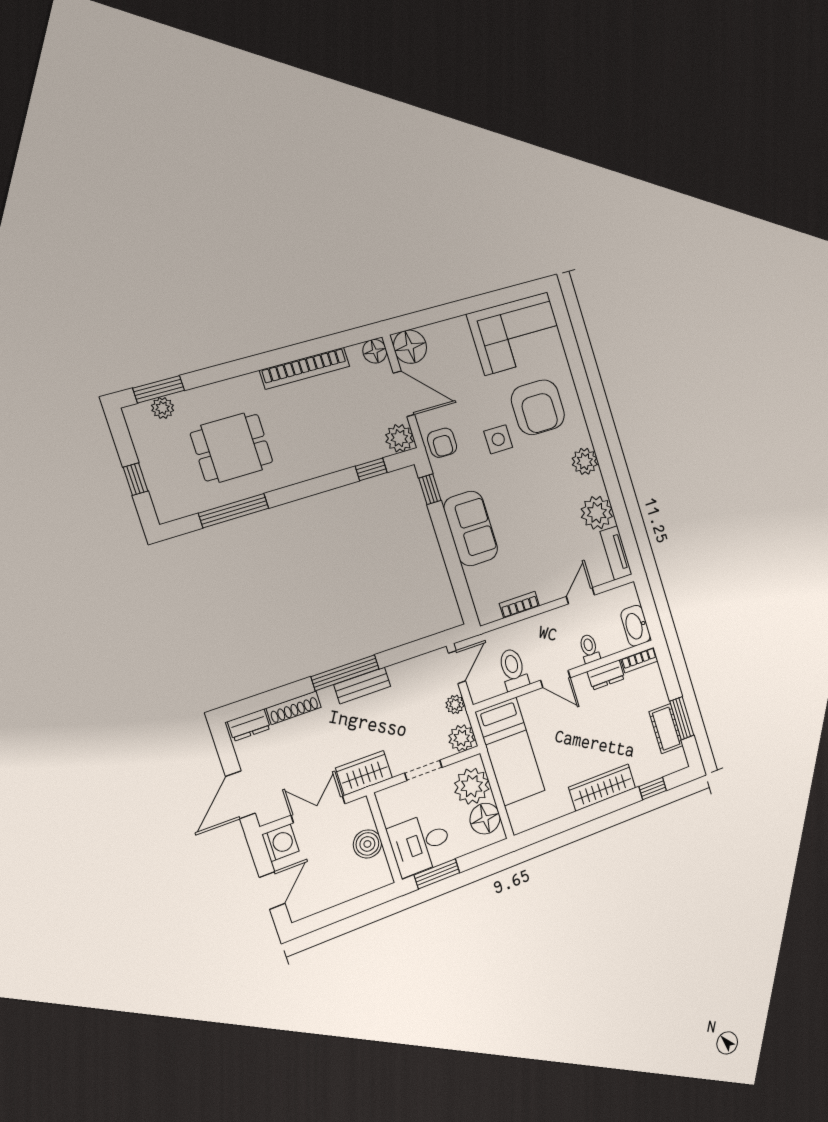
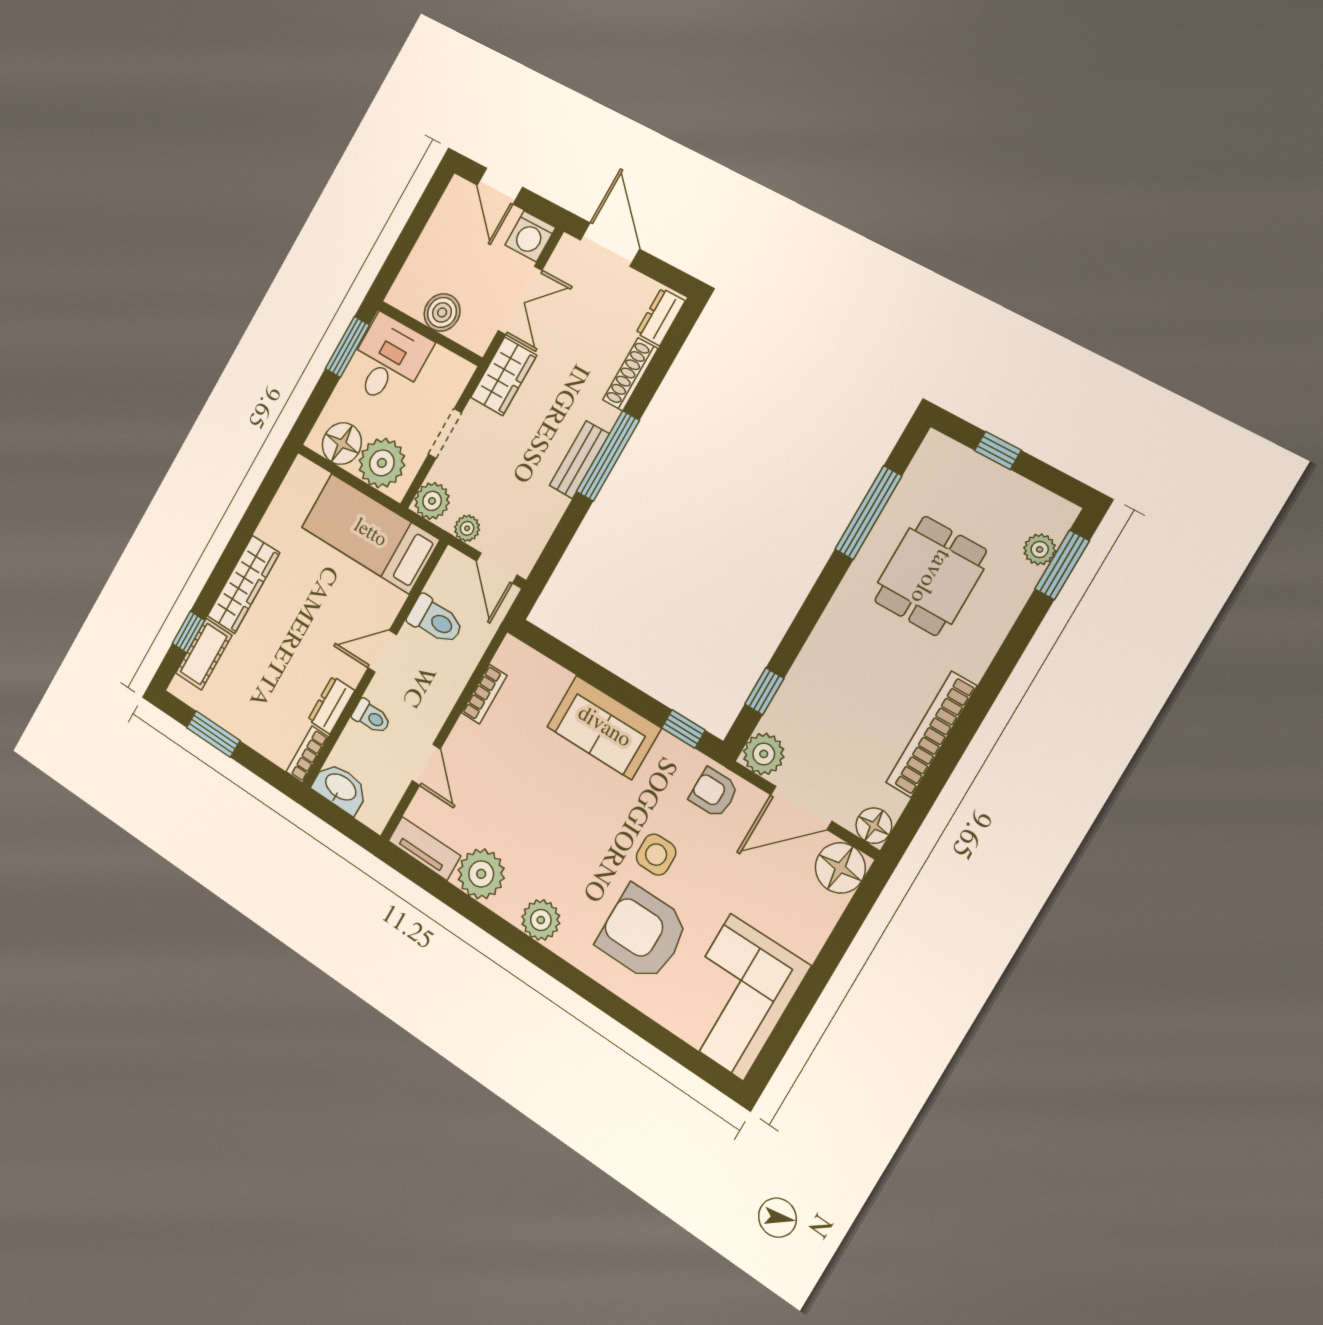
cot: (666, 729) -> (204, 654), moved, turned 90

